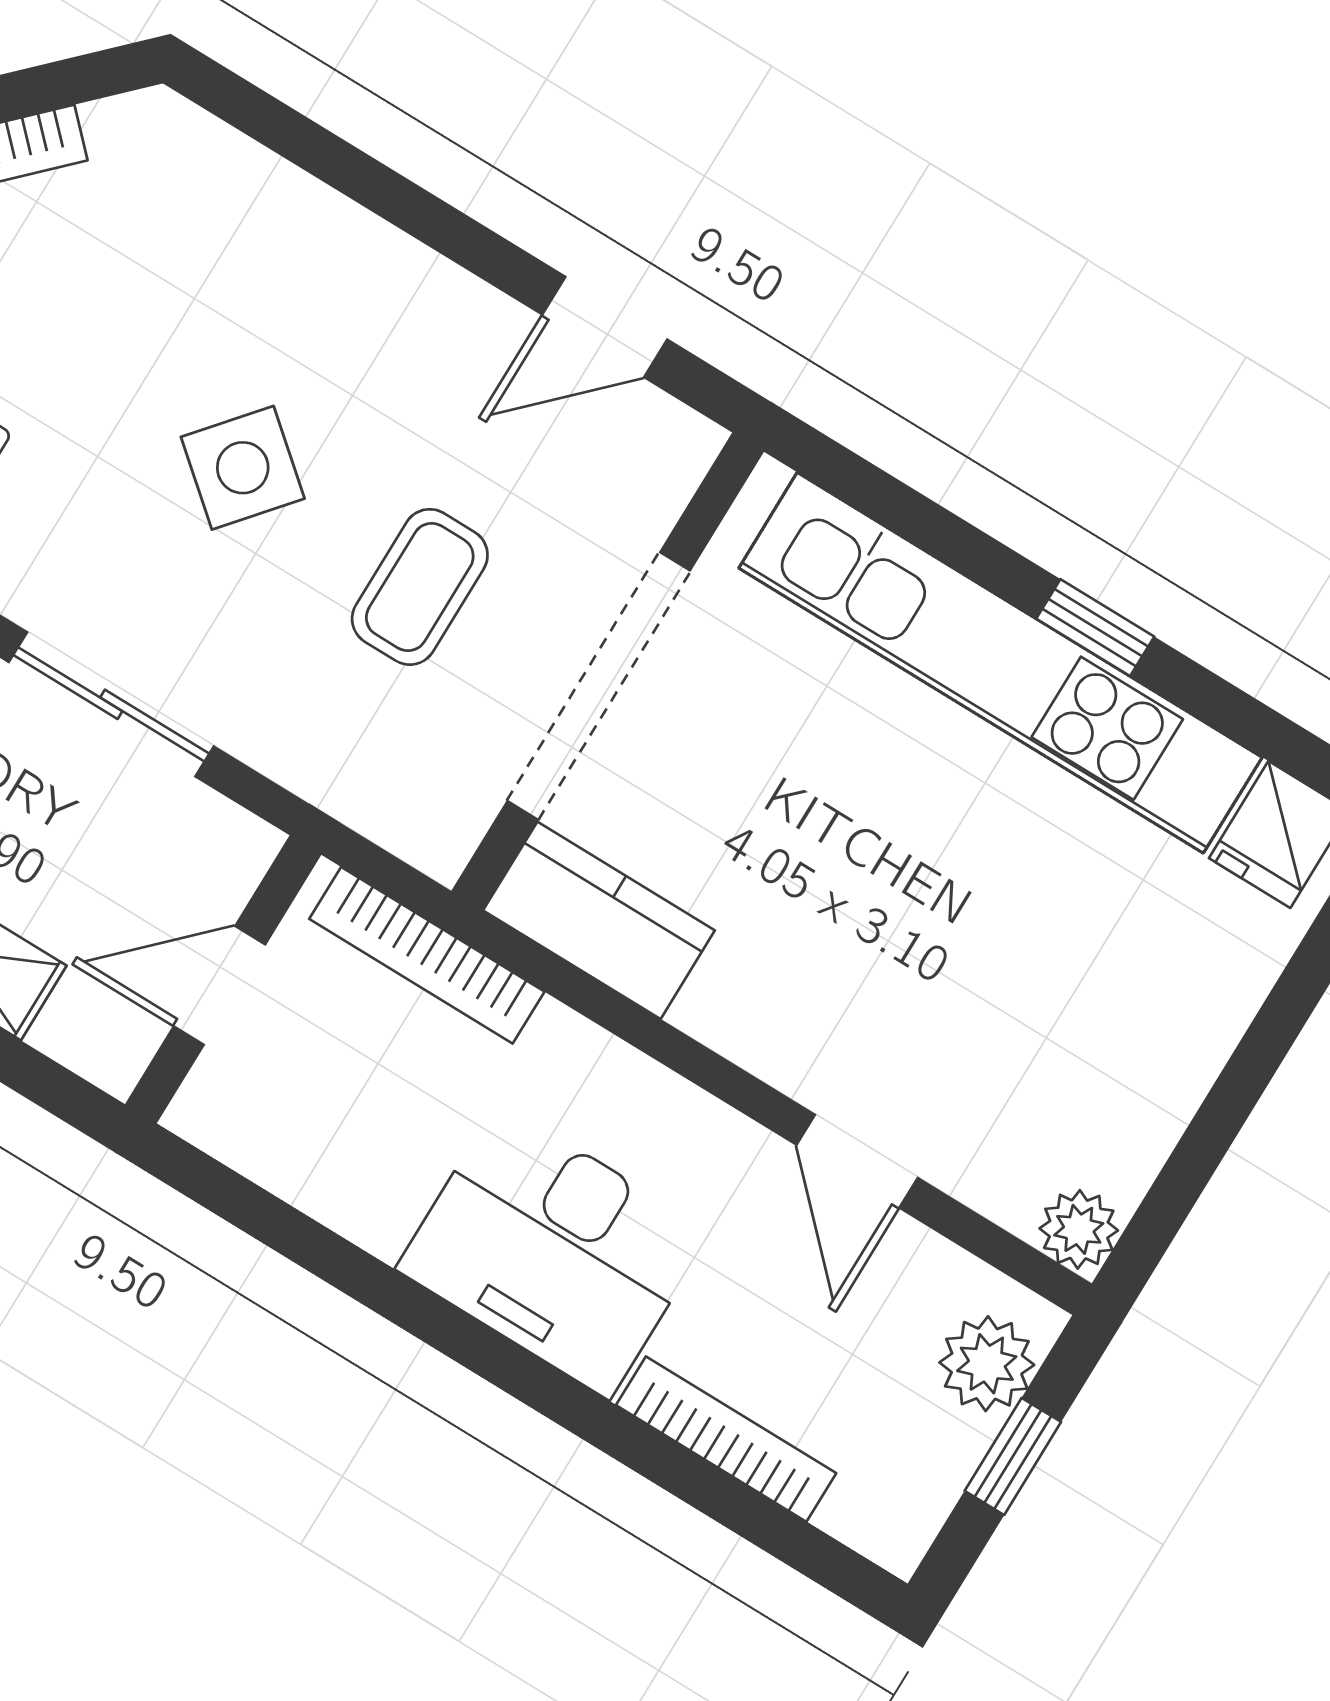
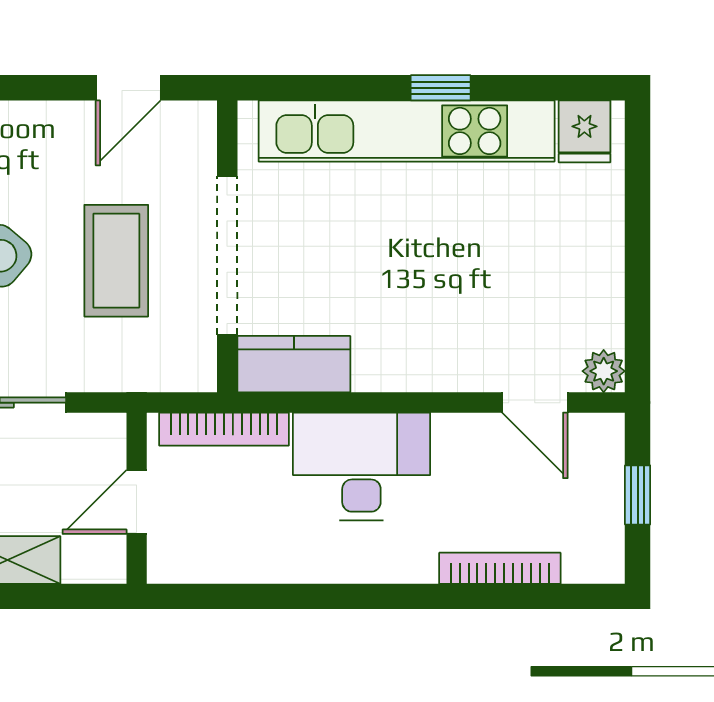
coffee table: (420, 587) -> (116, 261), width x1.36, depth x1.30
door: (857, 1161) -> (535, 403), moved
desk: (554, 1251) -> (361, 466), moved, turned 180
plant: (987, 1364) -> (599, 459), removed

